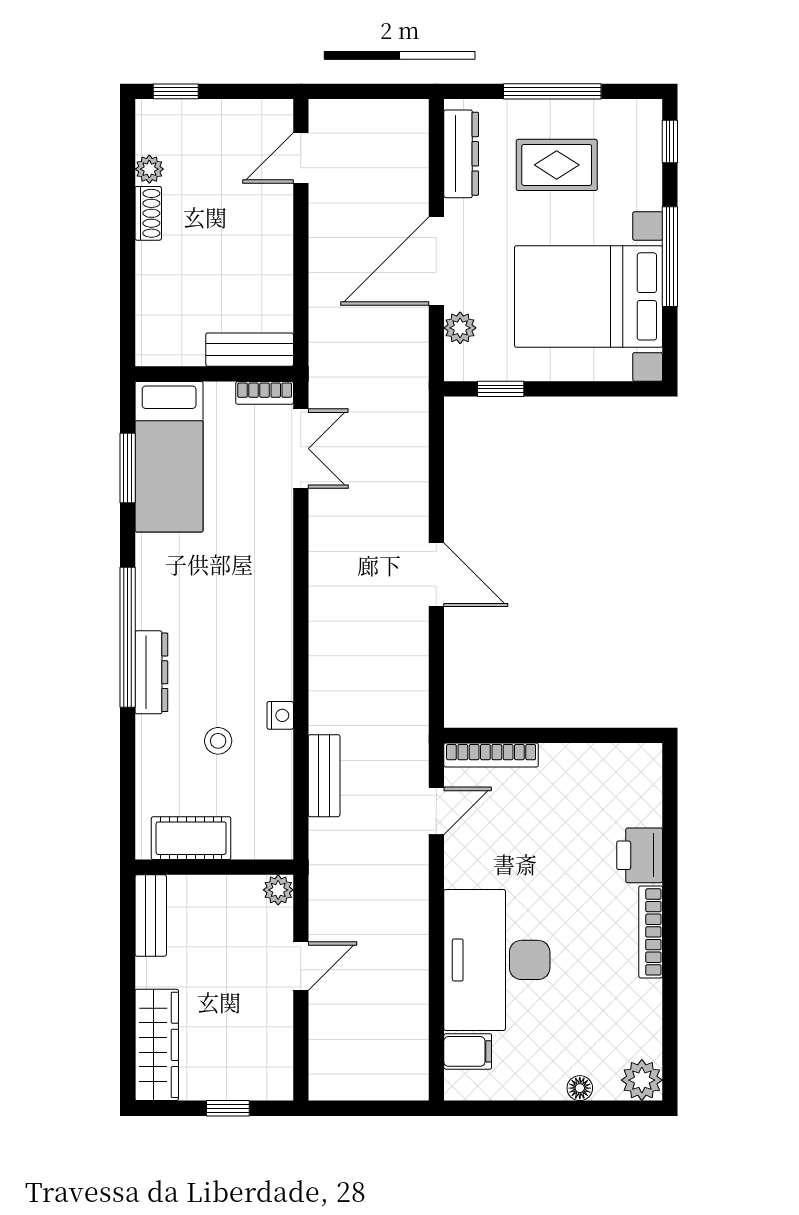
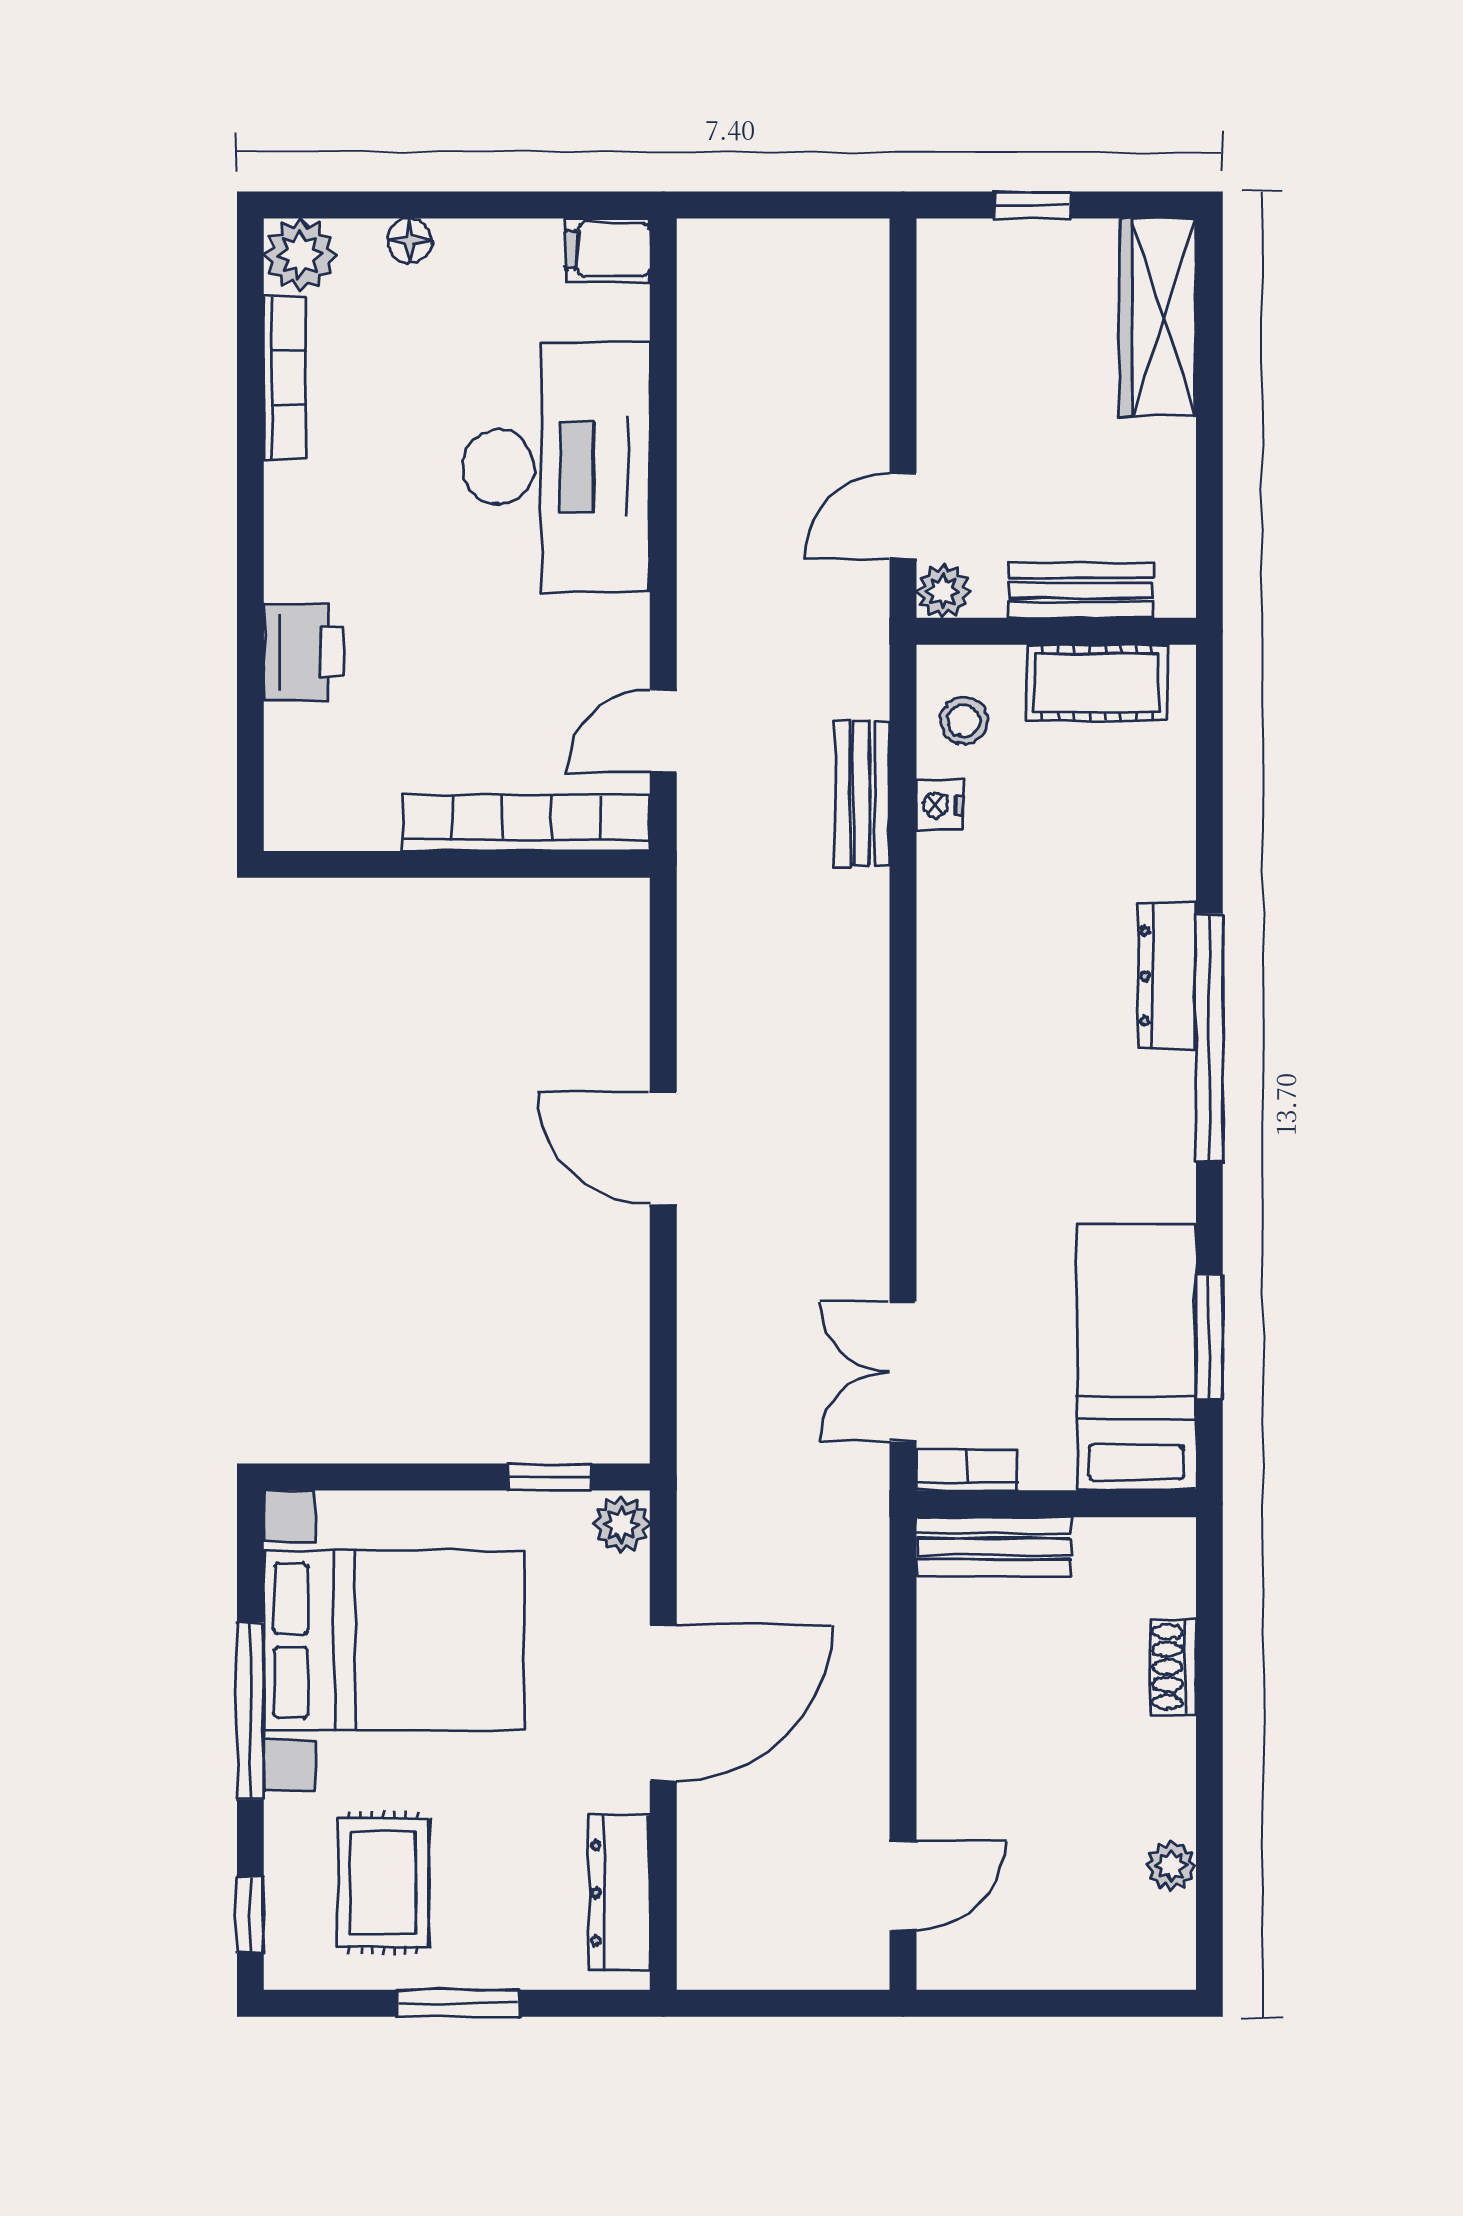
window: (176, 91) -> (1124, 2003), removed
window: (552, 91) -> (458, 2003), width x0.69
rug: (557, 165) -> (383, 1883), moved, turned 90
shoe rack: (148, 213) -> (1173, 1667), moved
plant: (460, 328) -> (622, 1524), moved
nightstand: (280, 715) -> (940, 805), moved
stool: (218, 741) -> (964, 721), moved
bookcase: (491, 755) -> (527, 823), width x1.48, depth x1.31
bench: (151, 916) -> (1081, 590), moved, turned 90
bookcase: (651, 932) -> (285, 378), moved
door: (301, 966) -> (903, 516), moved
filing cabinet: (468, 1051) -> (608, 250), moved

